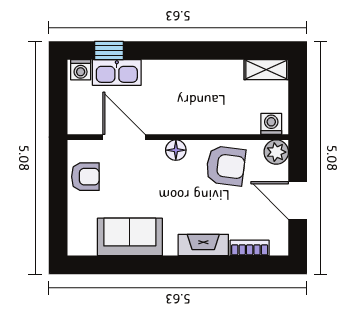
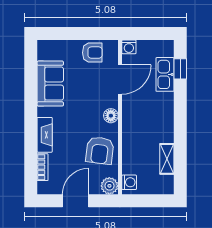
washing machine: (81, 70) -> (129, 47), moved, turned -90
shelving: (266, 70) -> (167, 159), moved
armchair: (85, 177) -> (92, 53), turned -90

